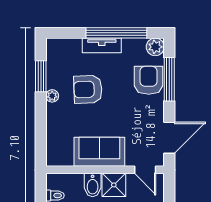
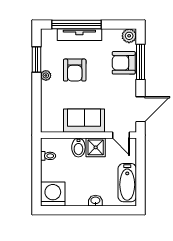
window: (116, 33) -> (77, 24), moved
tv unit: (102, 45) -> (79, 35), width x1.41
armchair: (149, 80) -> (124, 63), turned -90
armchair: (88, 89) -> (75, 70), turned -88

